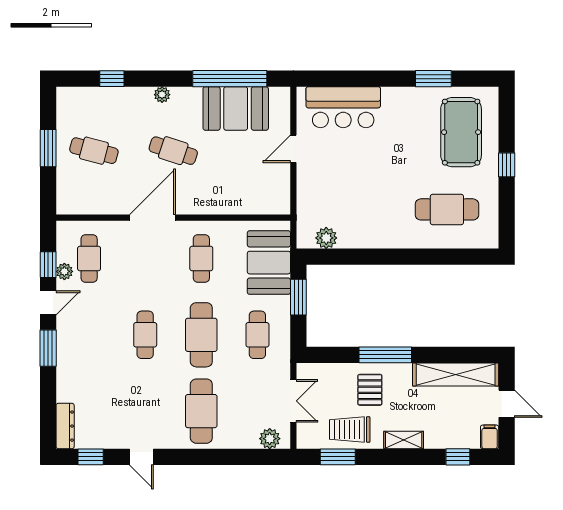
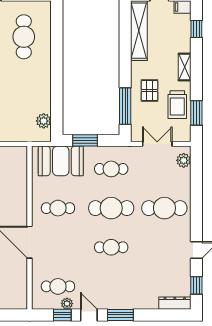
window: (385, 355) -> (125, 106), moved
pallet: (370, 390) -> (150, 90), turned 90

